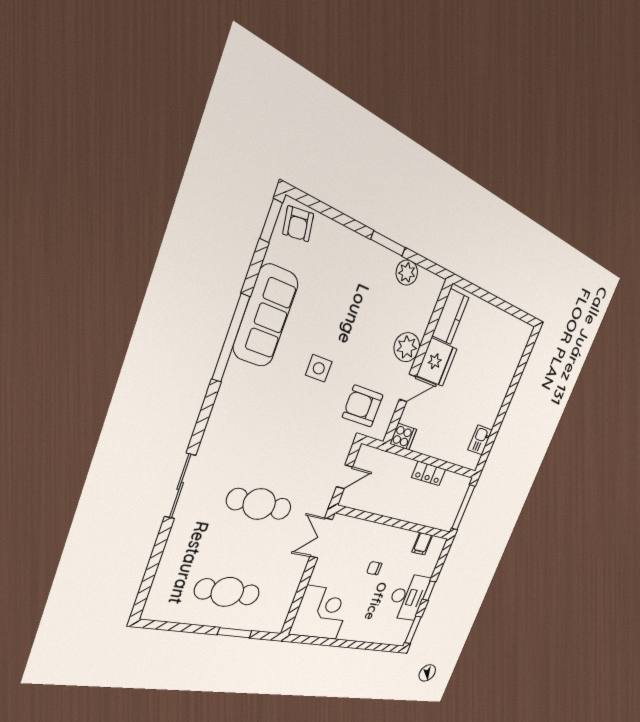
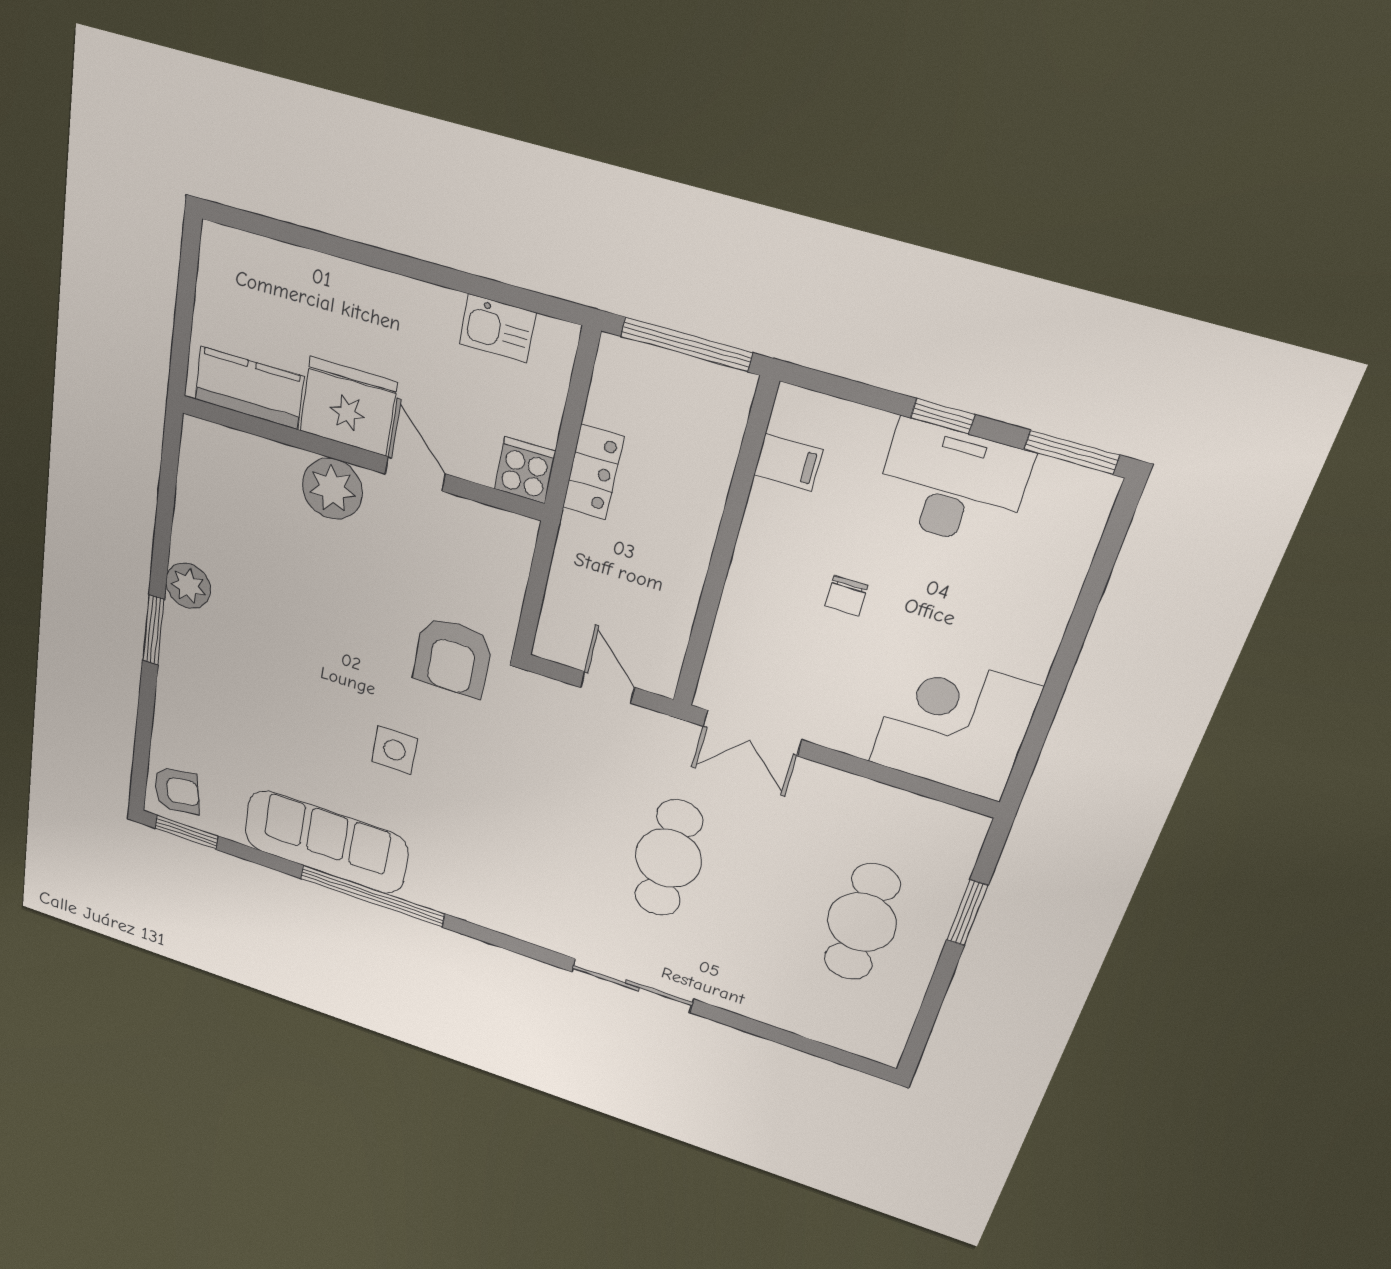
kitchen counter: (450, 317) -> (249, 388), moved
plant: (407, 347) -> (332, 489), moved
fridge: (437, 362) -> (348, 407), moved
wall: (417, 363) -> (360, 457), moved
door: (408, 388) -> (415, 474), moved
cooker: (403, 437) -> (525, 470), moved

